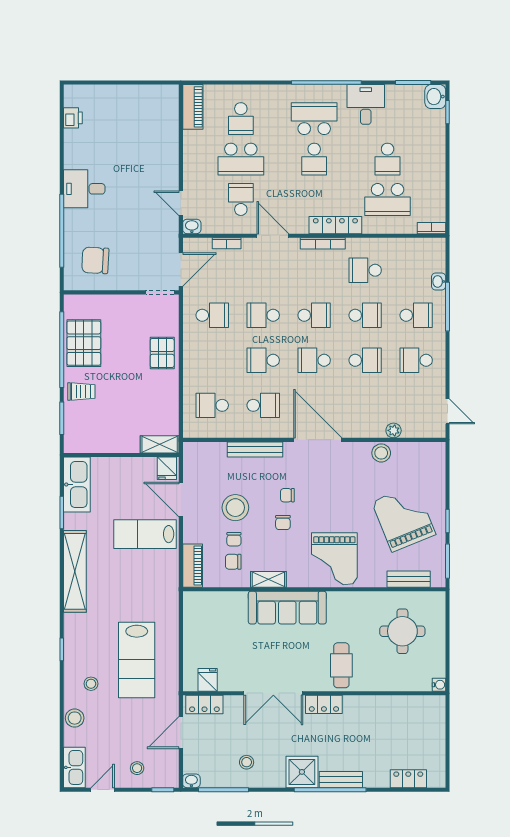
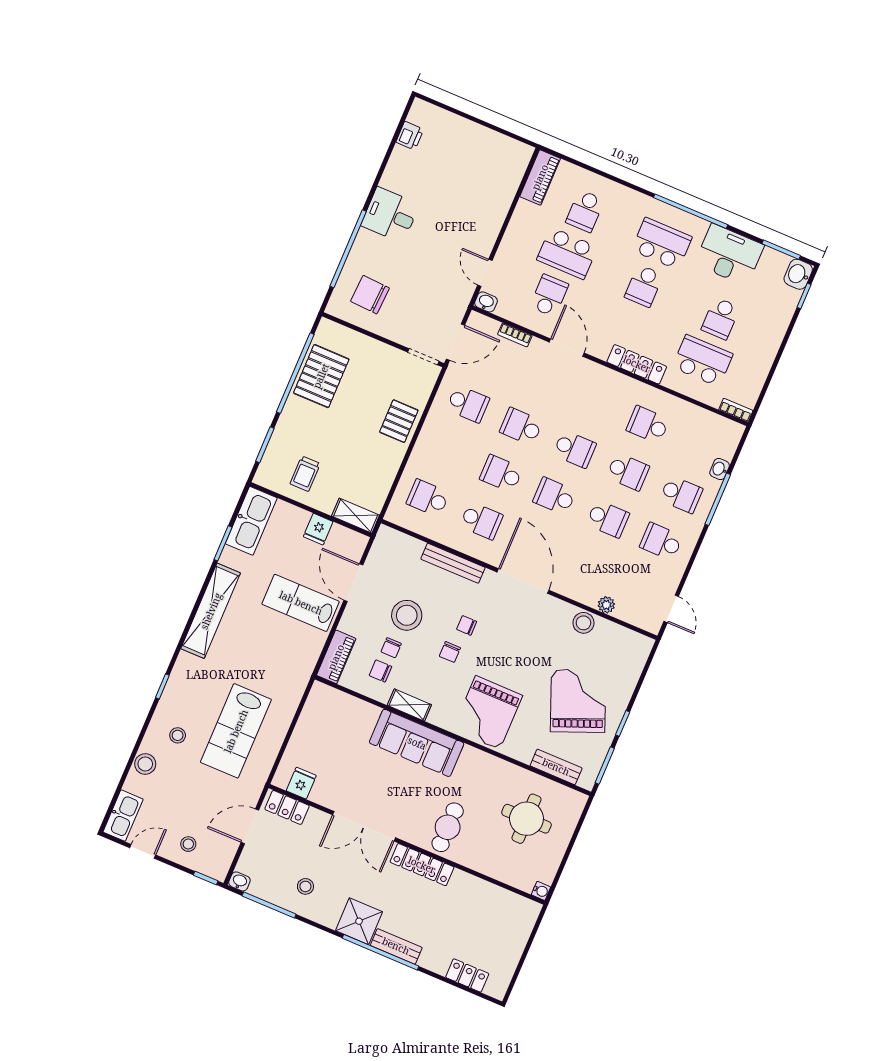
desk: (366, 104) -> (729, 255), width x1.37
school desk: (388, 199) -> (703, 361), turned 180
bookcase: (323, 243) -> (615, 378), removed
trolley: (81, 391) -> (305, 474), moved, turned 90
fridge: (167, 468) -> (318, 529), moved
locker: (324, 704) -> (422, 865), width x1.53

